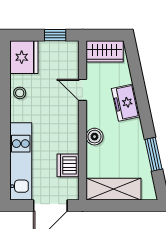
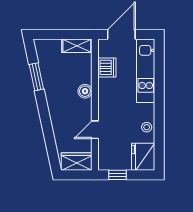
door: (82, 90) -> (95, 130), swing flipped
freezer: (126, 103) -> (59, 119), removed
shelving: (113, 189) -> (77, 46), width x0.67, depth x0.75

